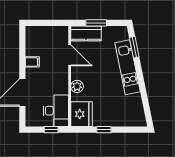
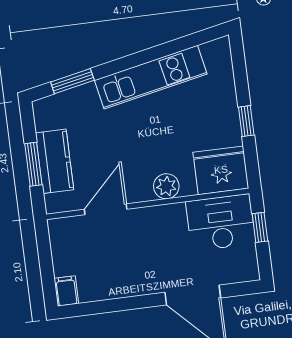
kitchen counter: (86, 33) -> (55, 161), moved
filing cabinet: (32, 62) -> (66, 291), moved
kitchen unit: (128, 67) -> (151, 77), moved

